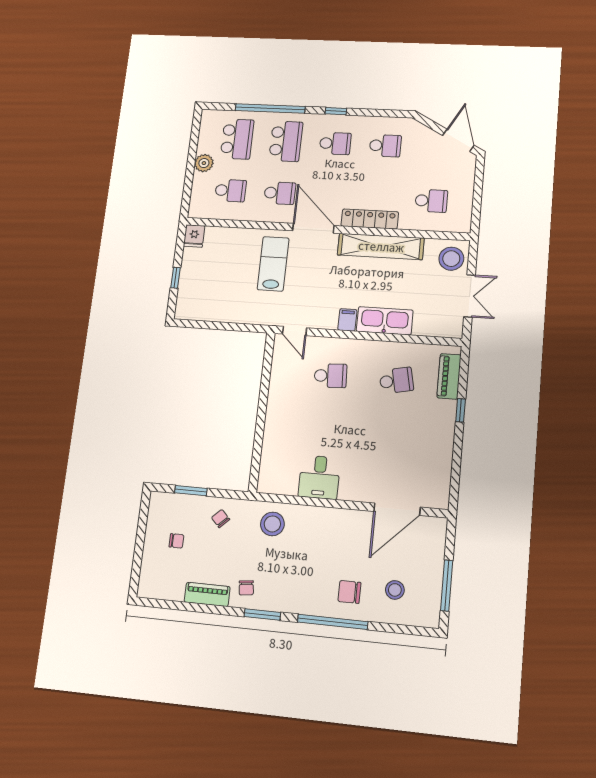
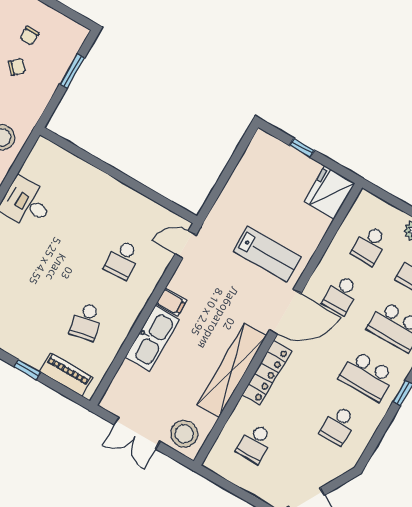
school desk: (335, 143) -> (367, 376), width x1.85
fridge: (194, 236) -> (330, 192), width x1.88, depth x1.34
chair: (221, 519) -> (17, 67), moved

